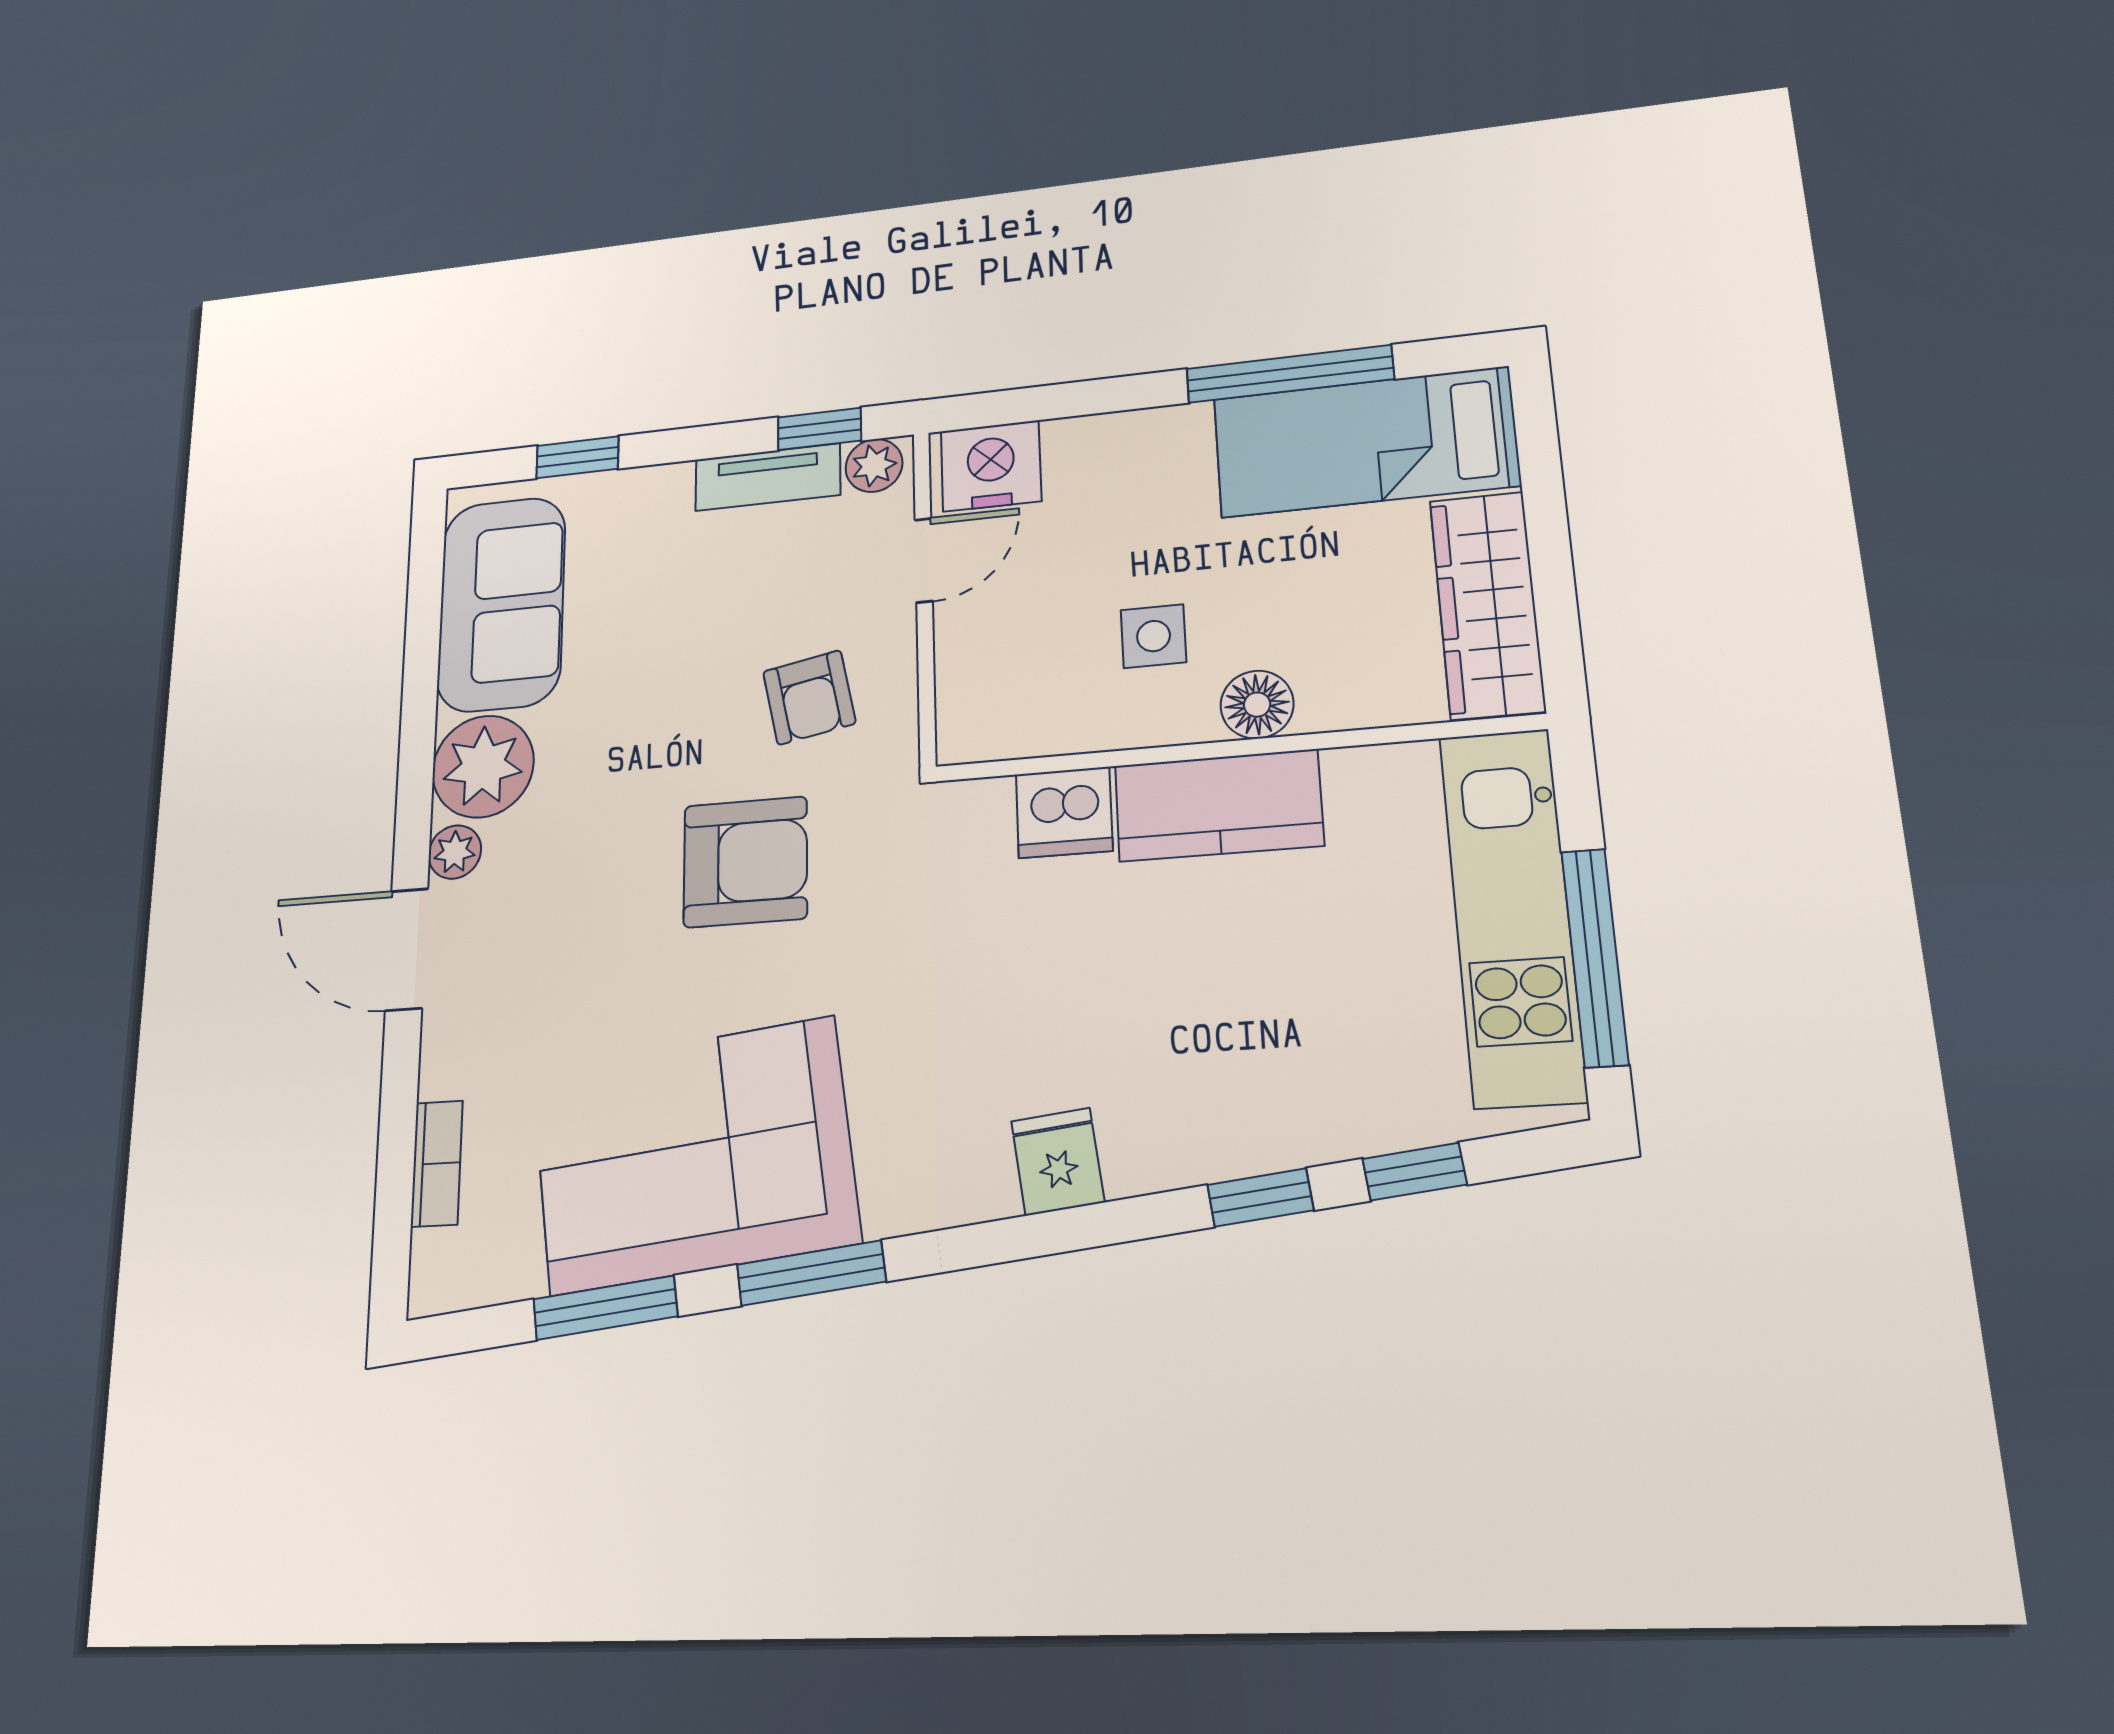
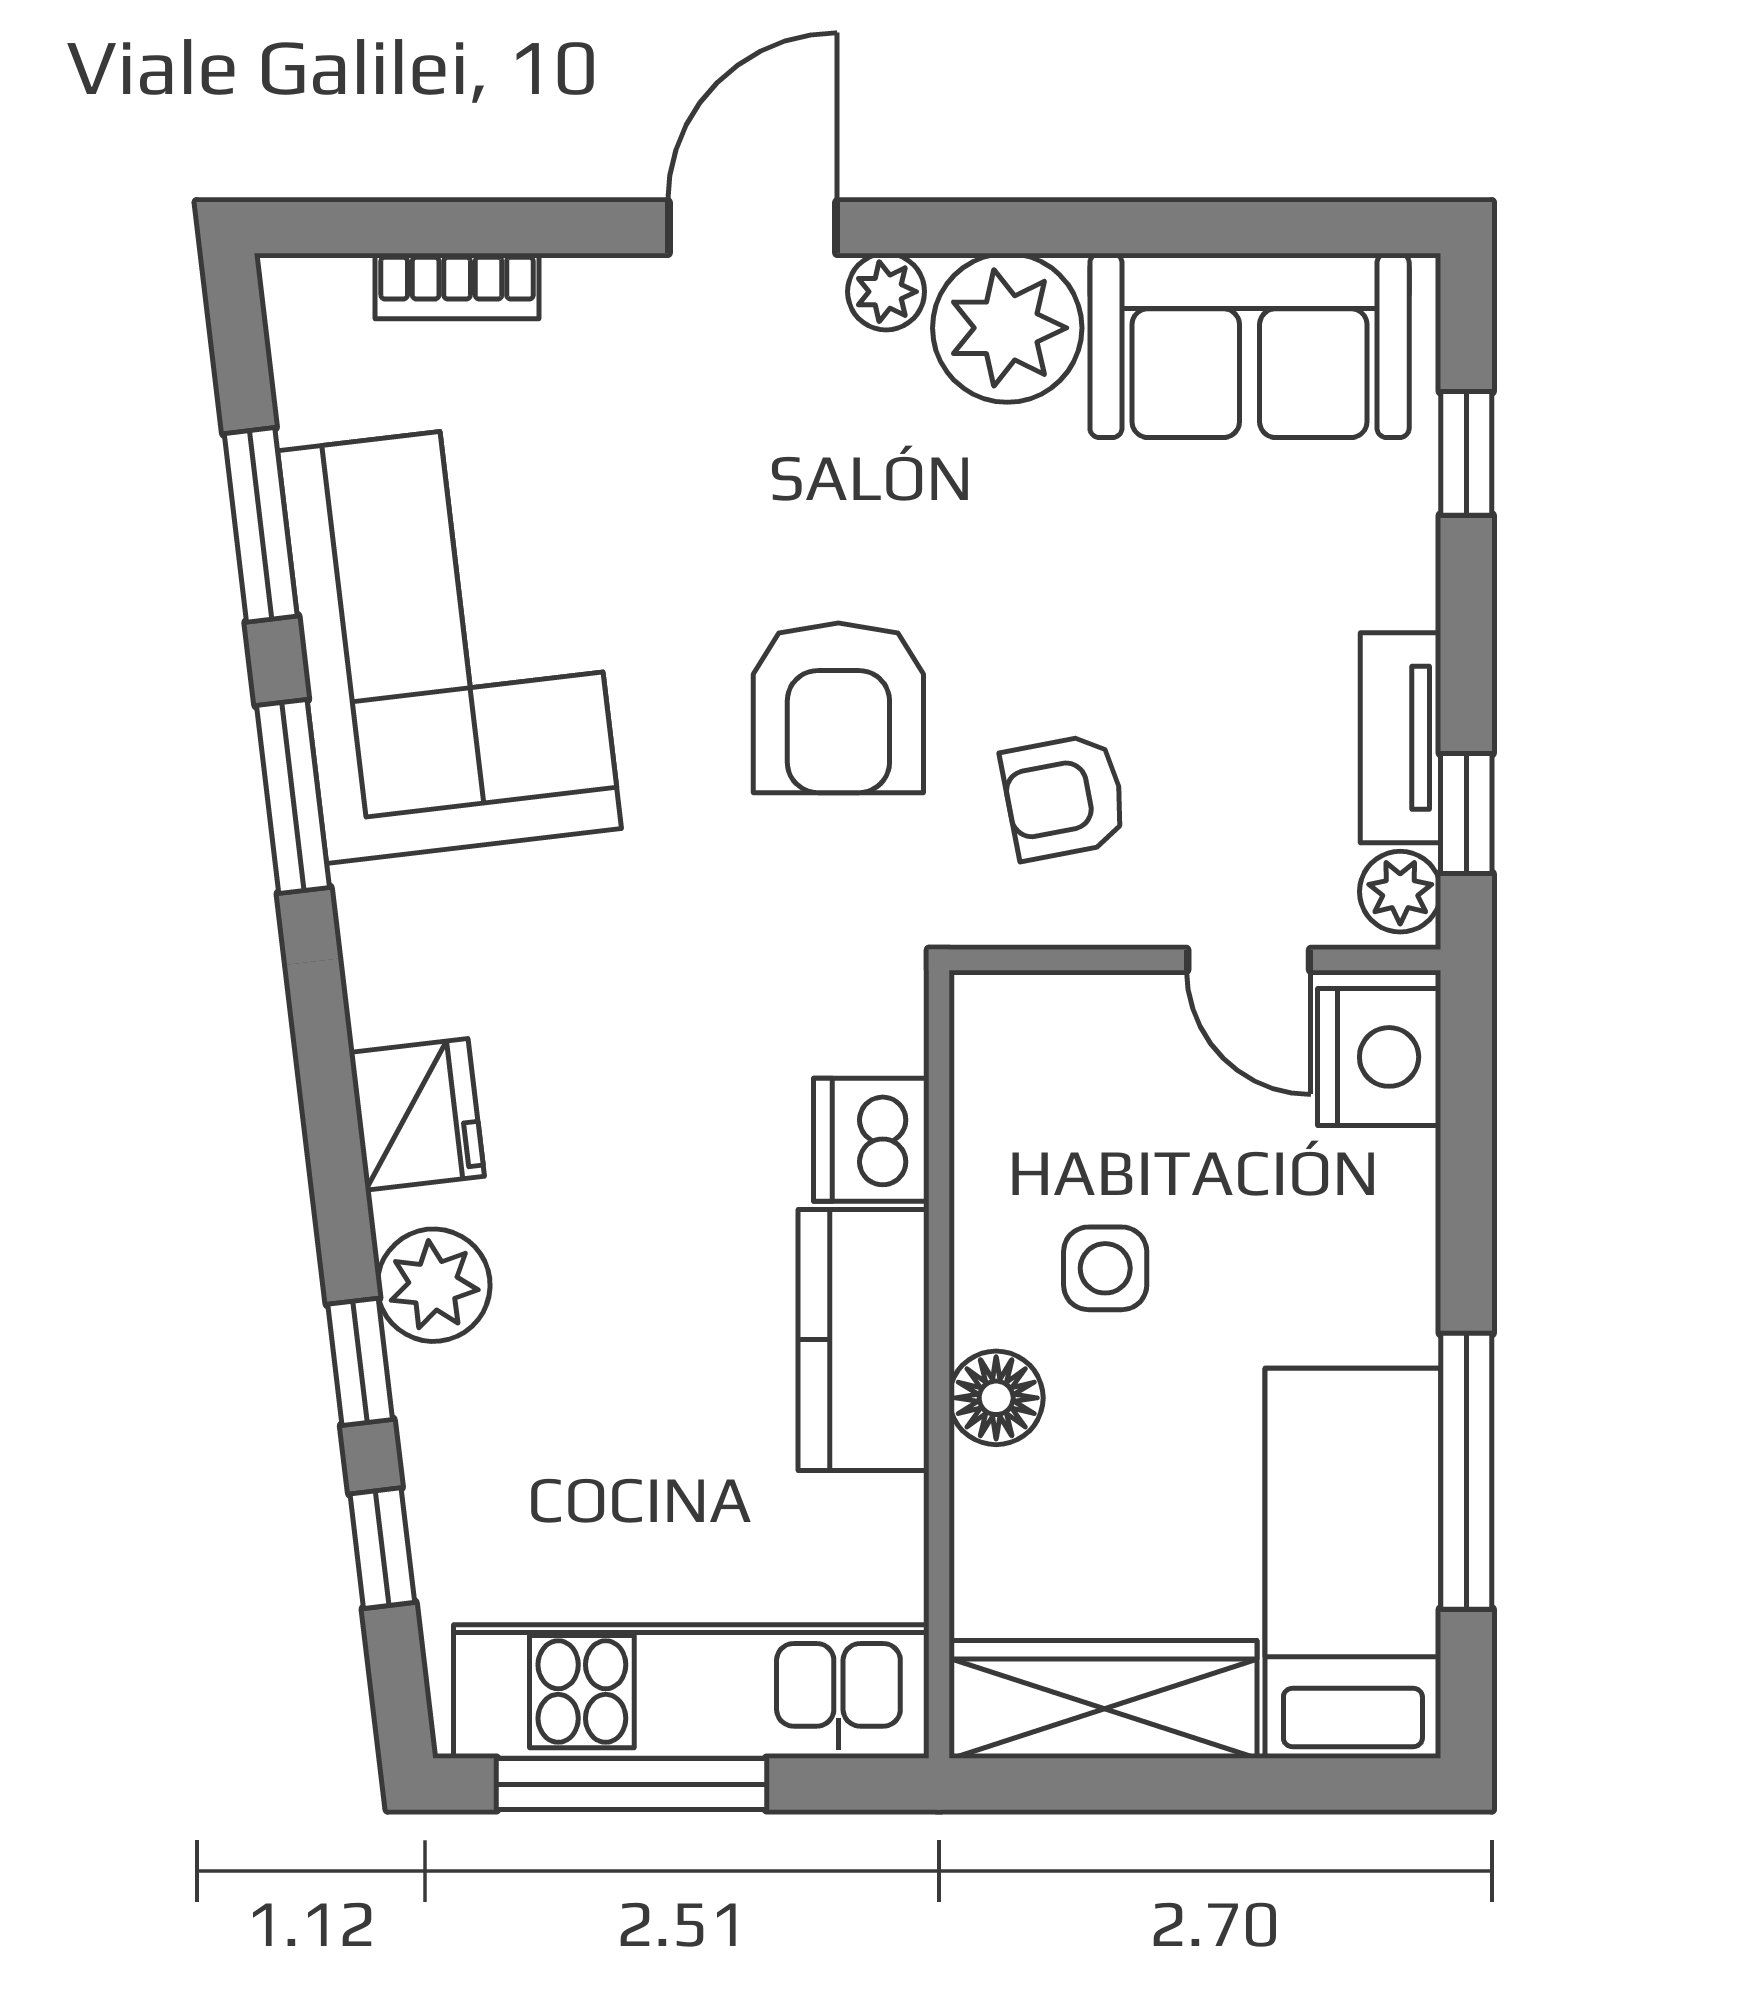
plant: (1194, 1141) -> (434, 1285), added
fridge: (1058, 1162) -> (417, 1114), width x1.38

